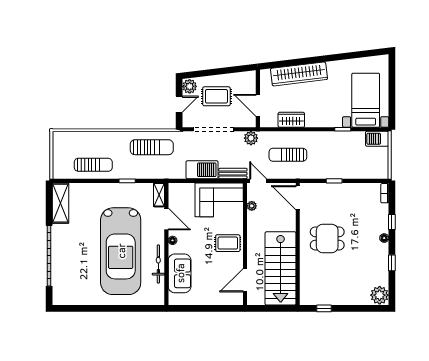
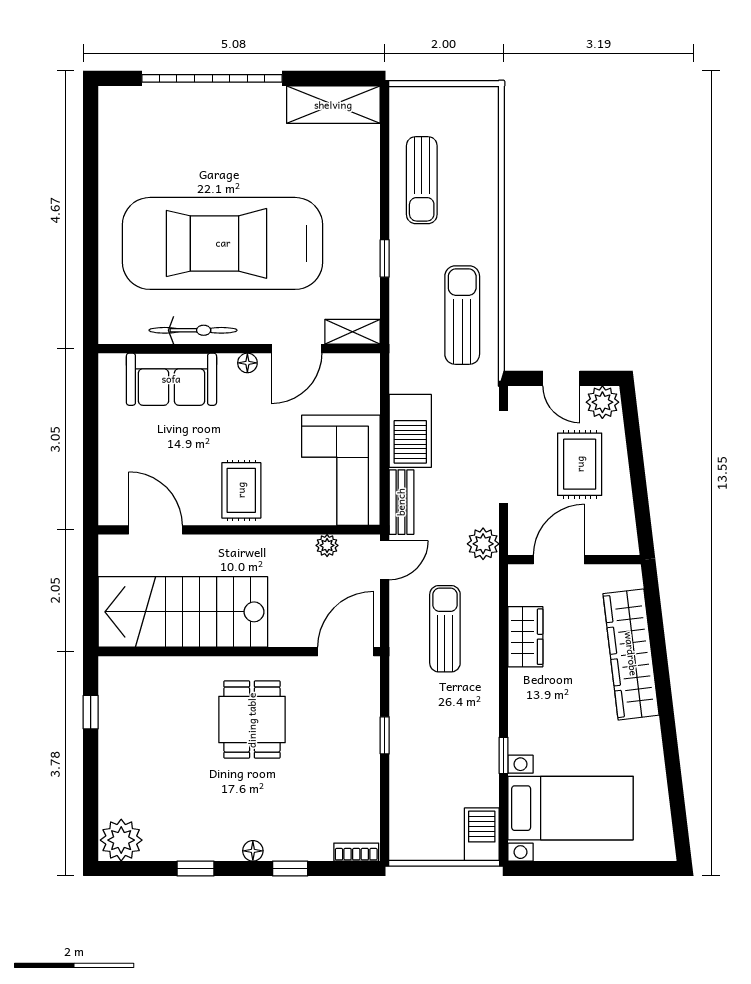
sun lounger: (152, 147) -> (462, 315), turned 180

